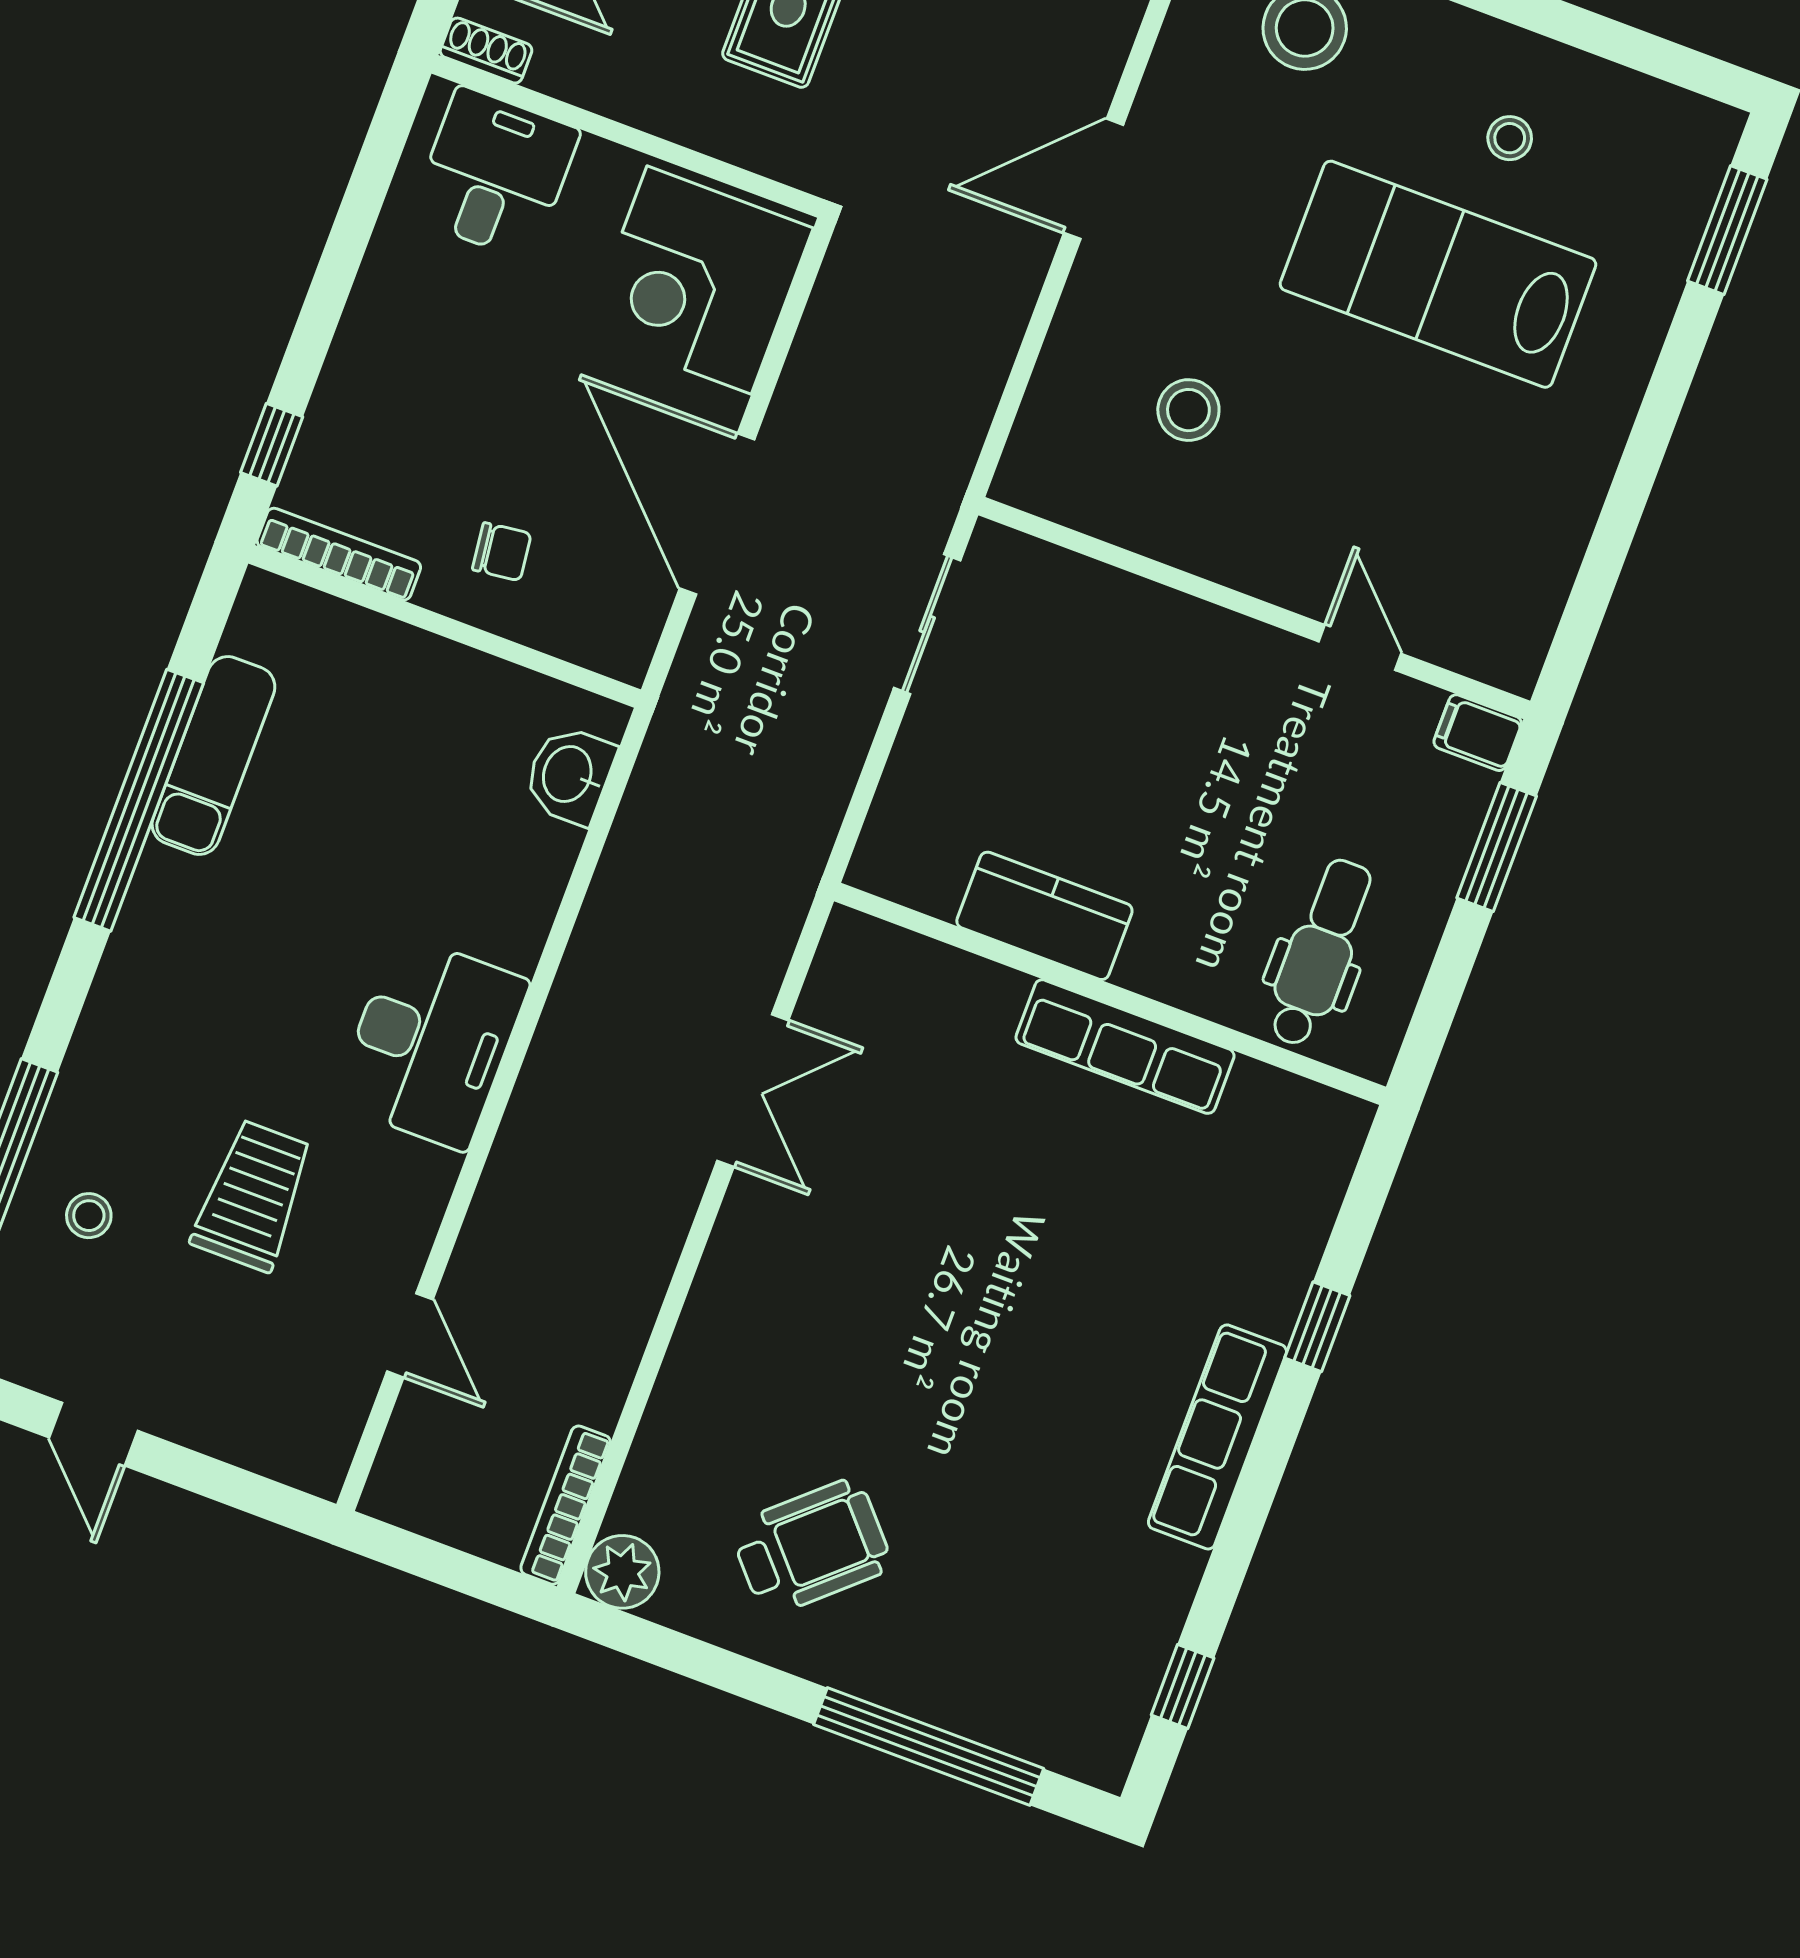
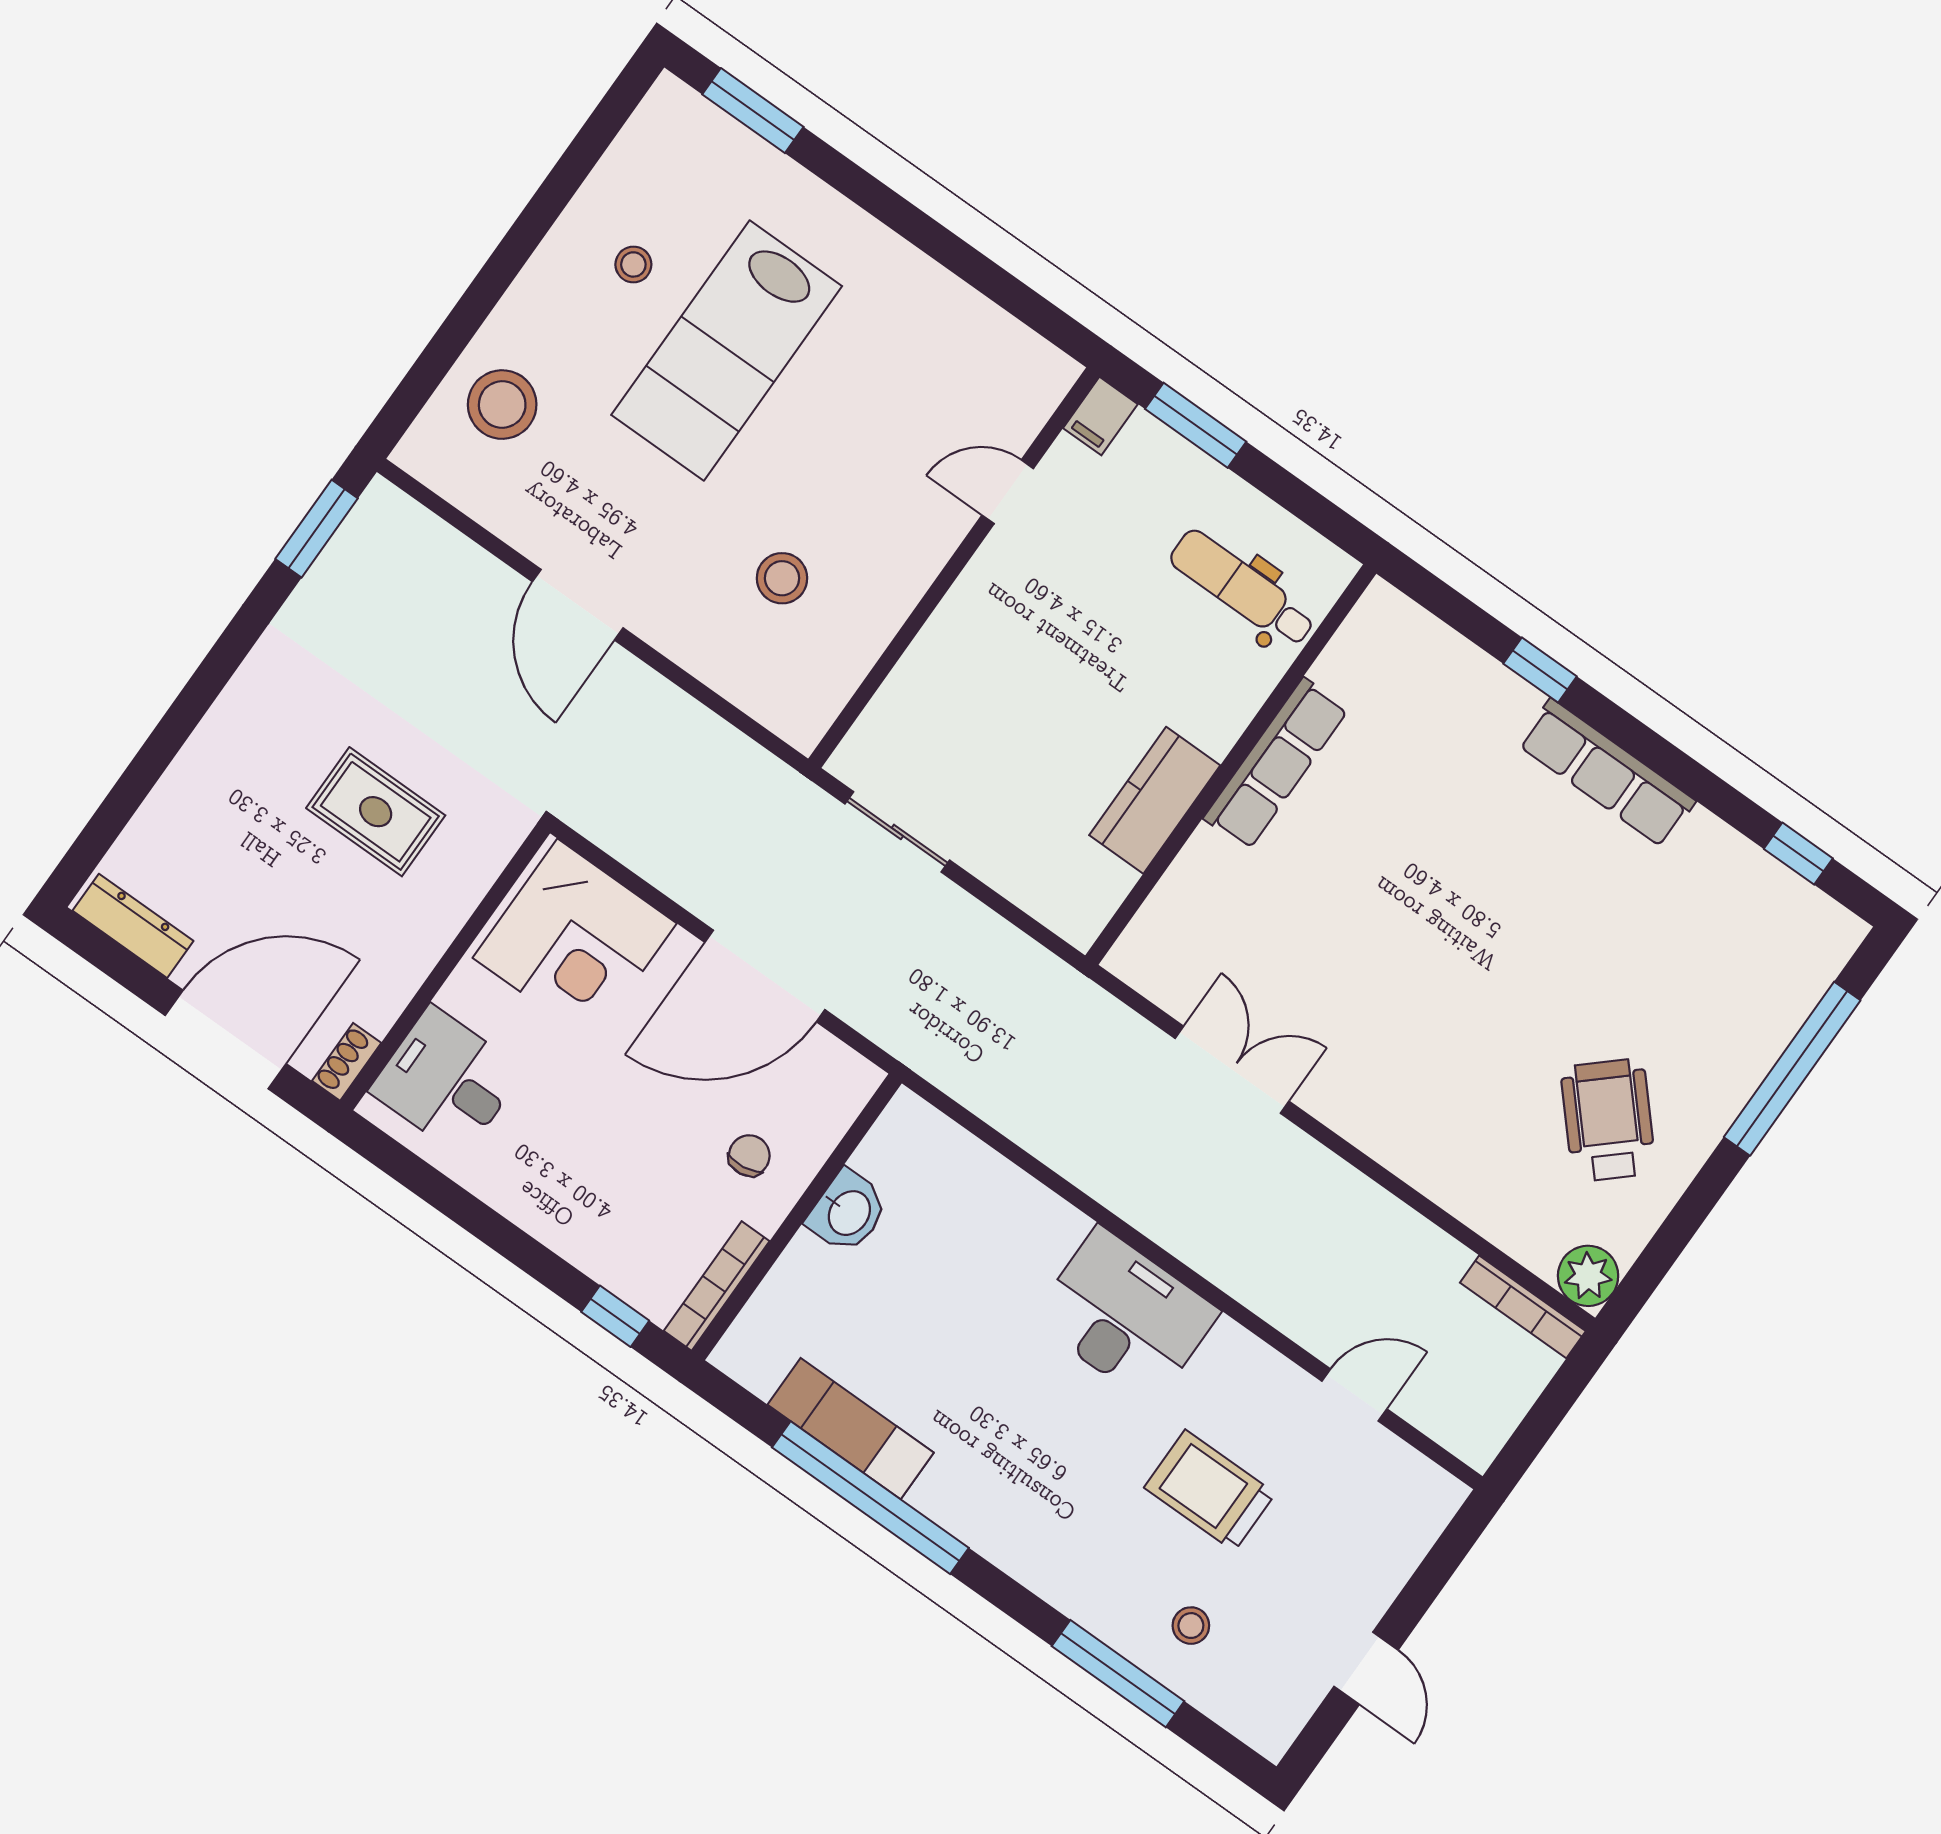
washbasin: (569, 775) -> (848, 1212), moved, turned -90
door: (93, 1434) -> (1366, 1668), hinge flipped

